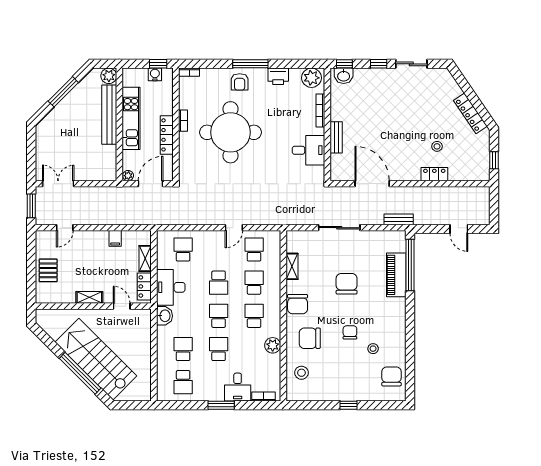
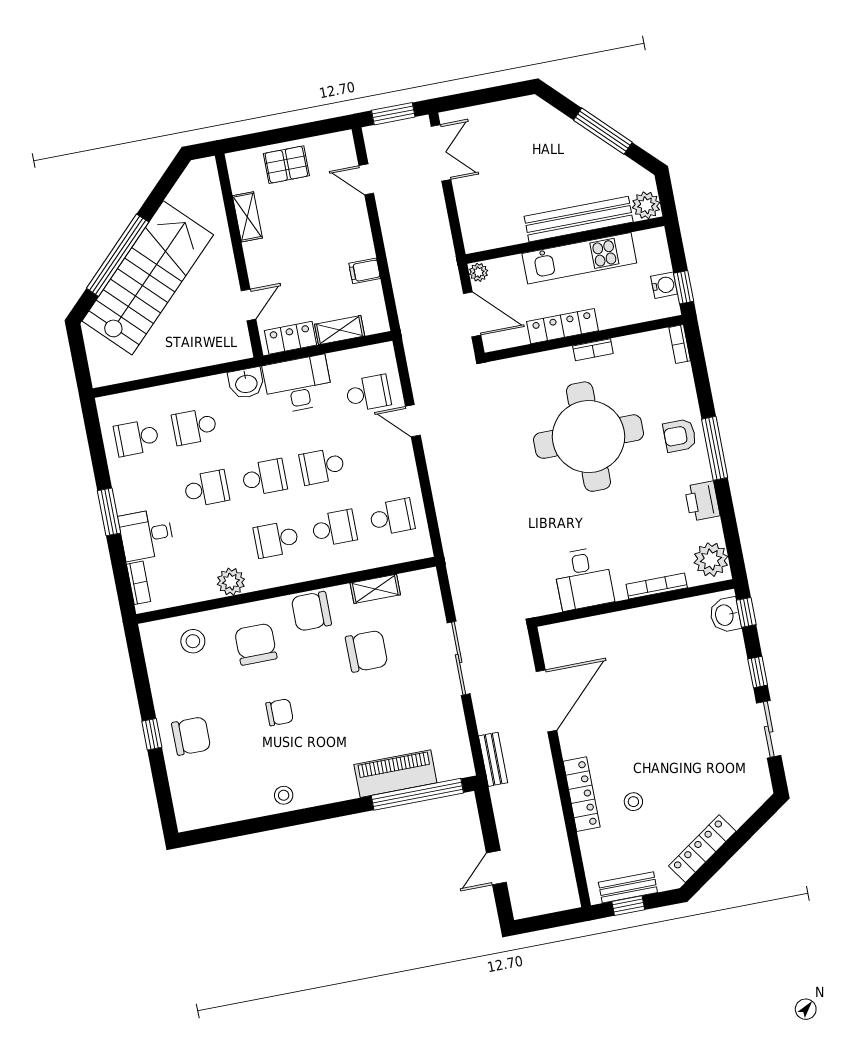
bench: (336, 137) -> (628, 887), moved
locker: (434, 174) -> (582, 794), width x1.53
door: (234, 228) -> (413, 421), moved
chair: (347, 284) -> (367, 651), moved
shelving: (89, 297) -> (247, 217), moved
school desk: (254, 316) -> (276, 539), turned 180
school desk: (183, 349) -> (194, 427), turned 180
stool: (373, 349) -> (284, 795), moved
chair: (391, 376) -> (191, 736), moved

